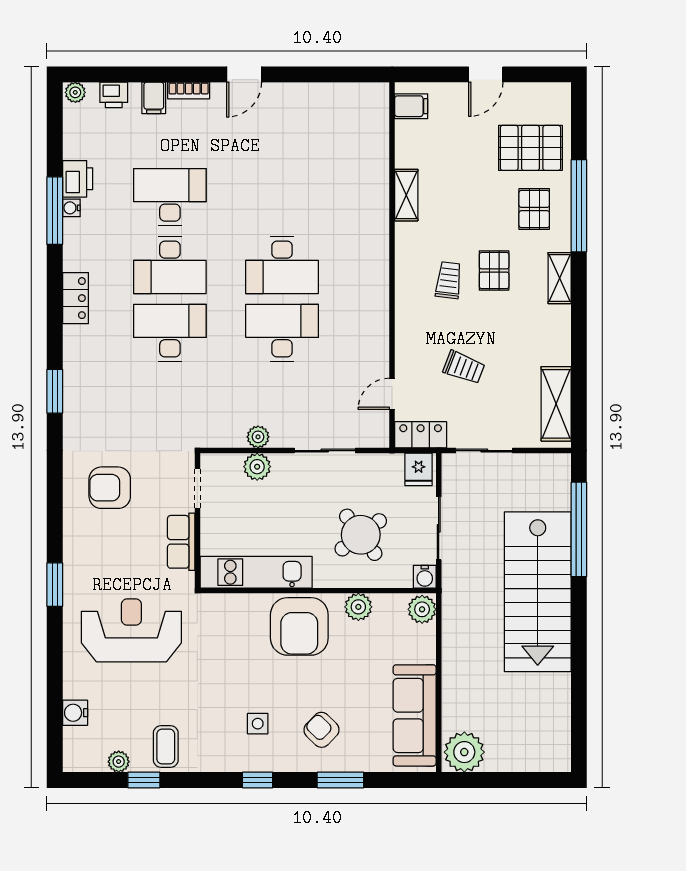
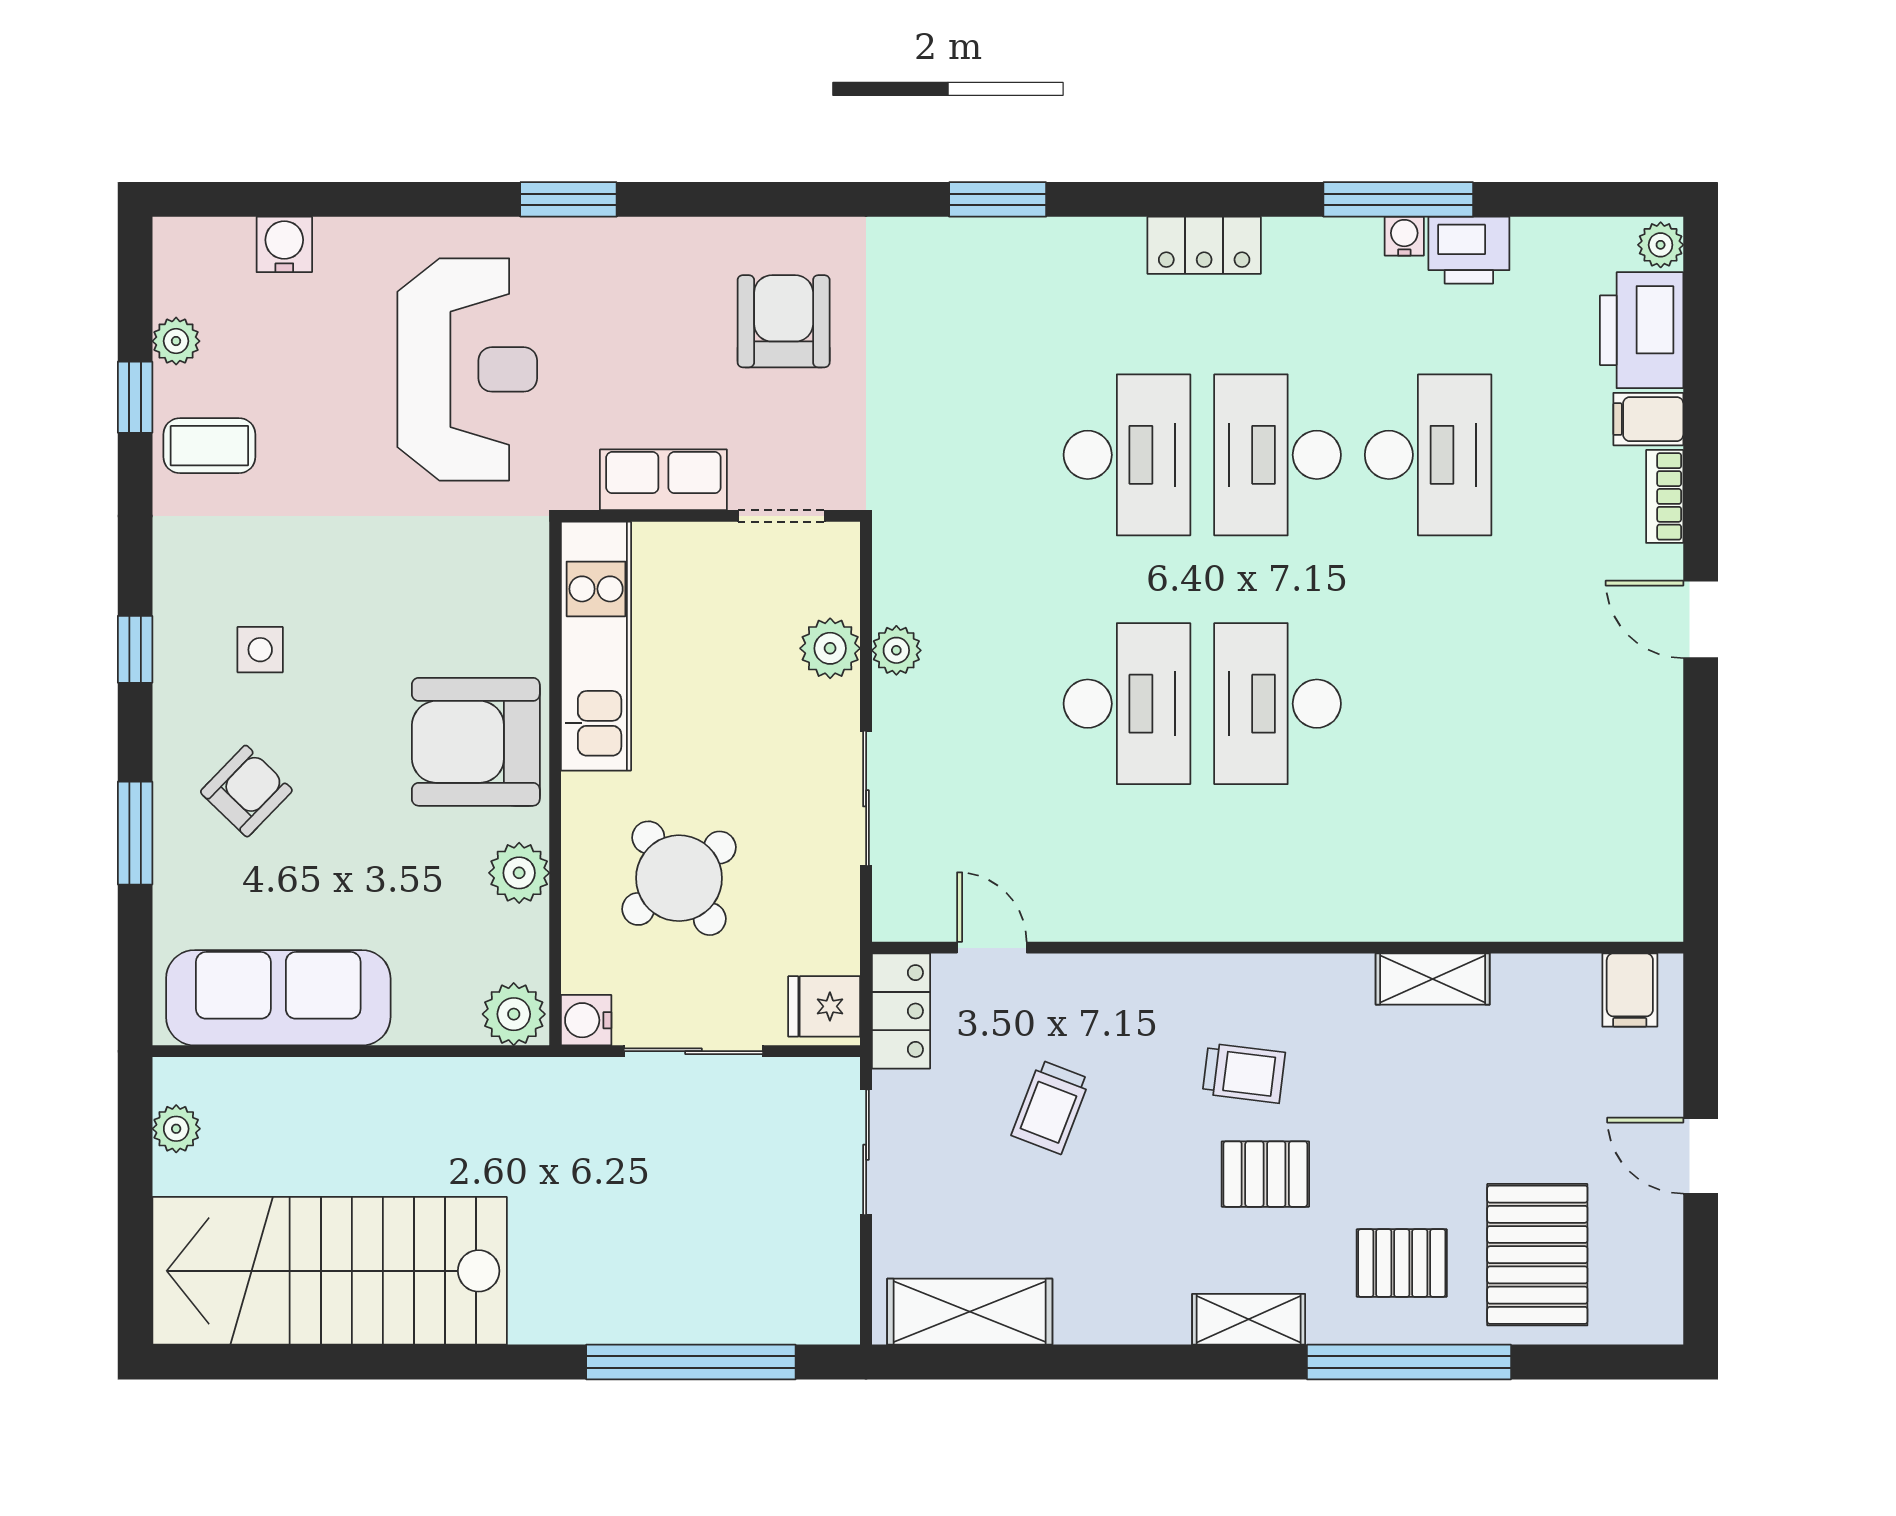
printer: (114, 95) -> (1642, 330), width x1.87, depth x1.48
stairs: (538, 592) -> (330, 1271), moved
plant: (464, 752) -> (176, 1129), width x0.53, depth x0.53

